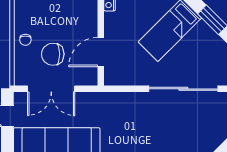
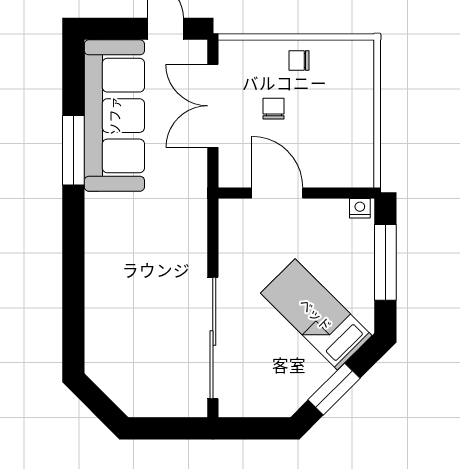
chair: (53, 54) -> (274, 109), width x0.54, depth x0.54

